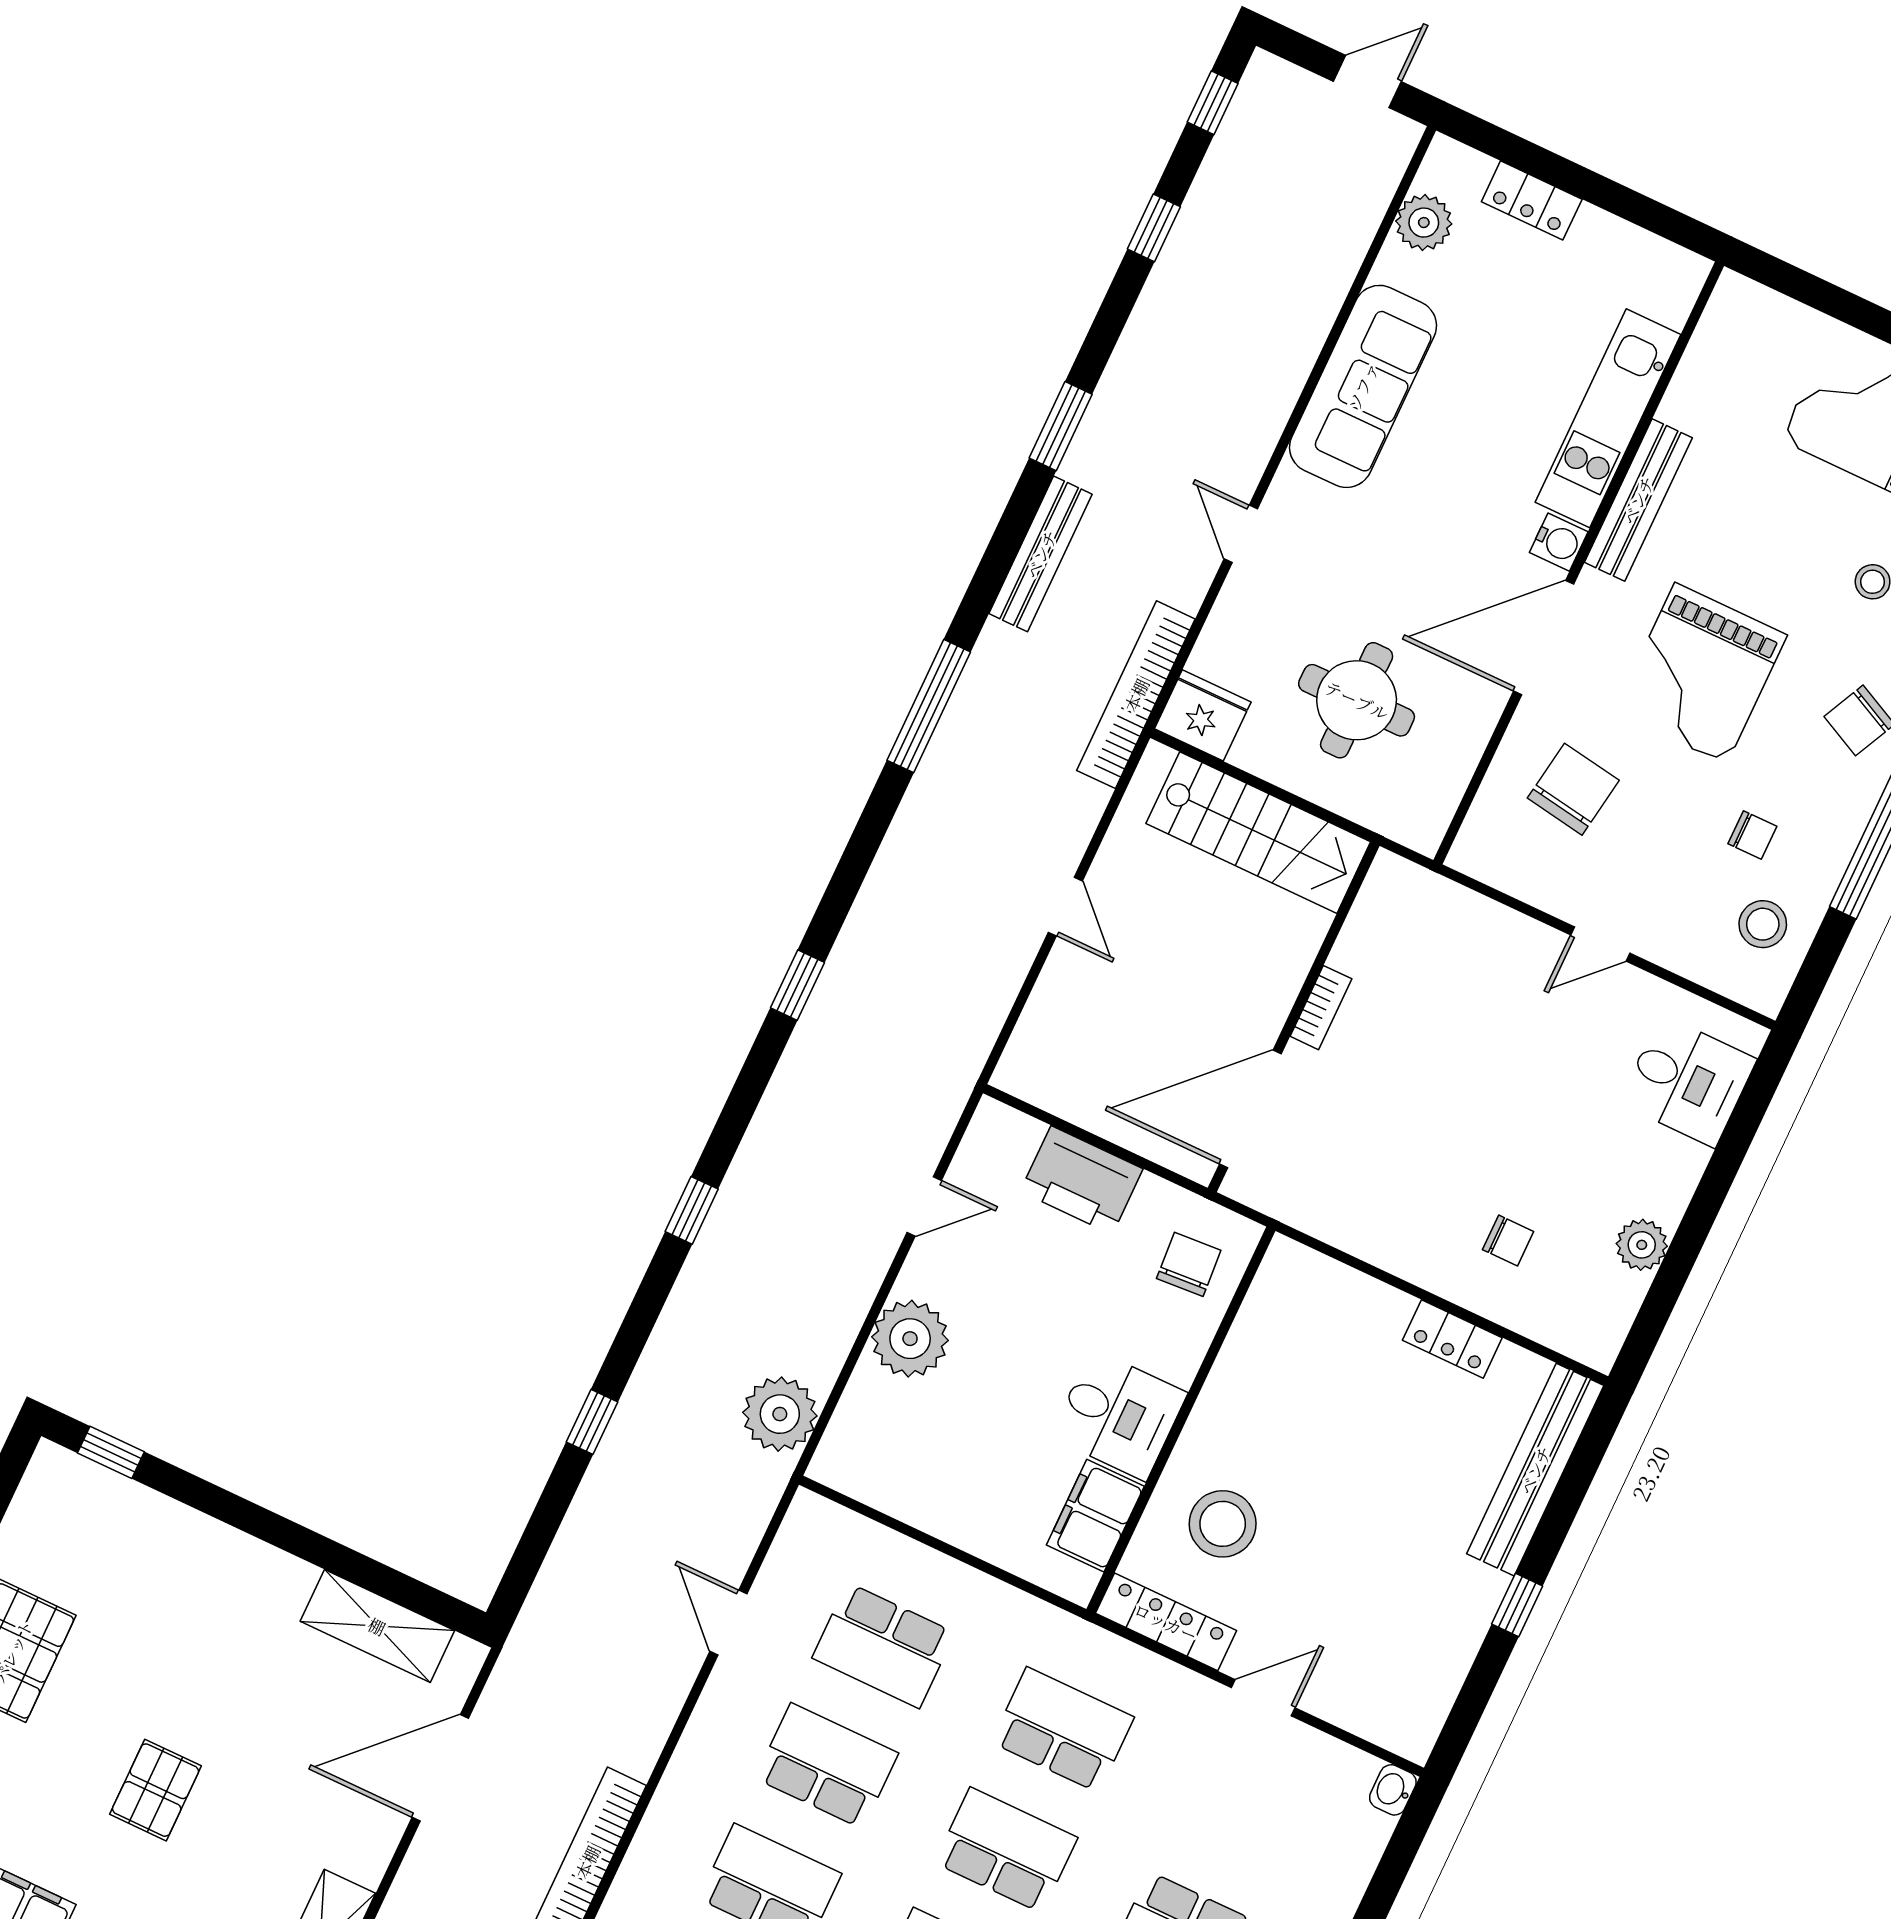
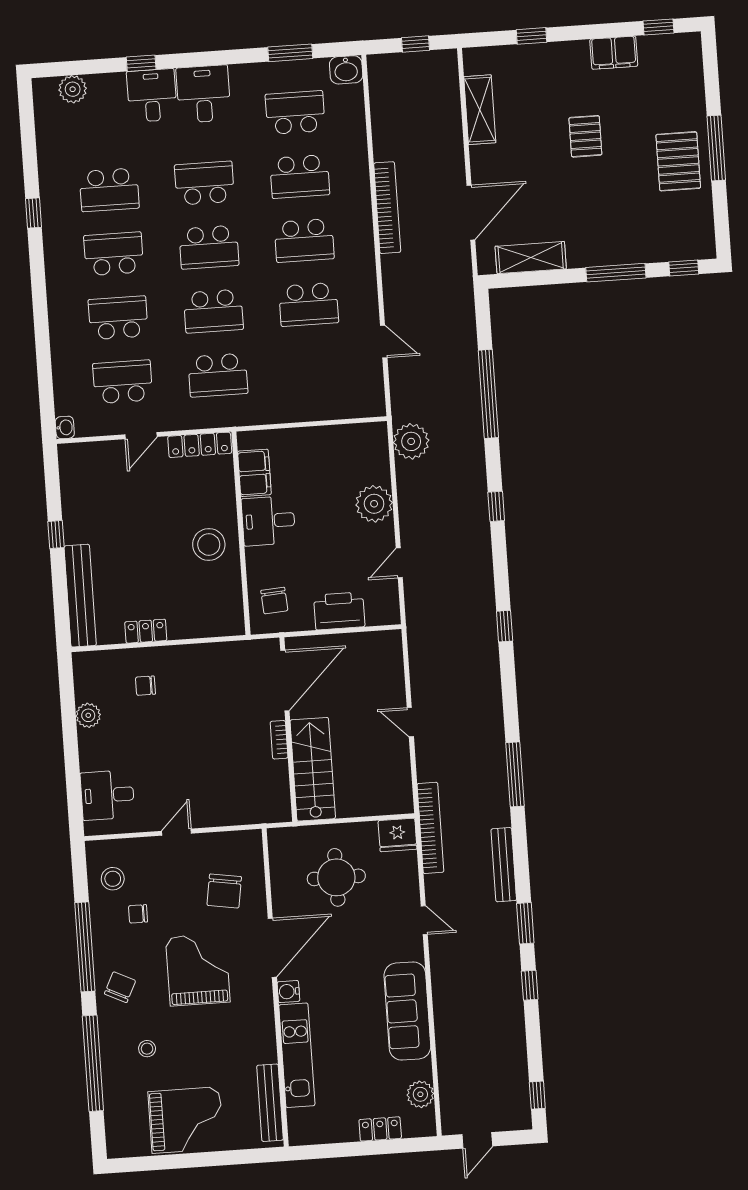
window: (1154, 228) -> (530, 985), moved
bench: (1638, 500) -> (270, 1103), moved
stairs: (1258, 833) -> (313, 769), moved, turned 90
window: (592, 1422) -> (488, 394), width x3.17
window: (238, 1512) -> (616, 273), added
stool: (1223, 1524) -> (209, 544), moved
school desk: (883, 1645) -> (123, 382), moved

